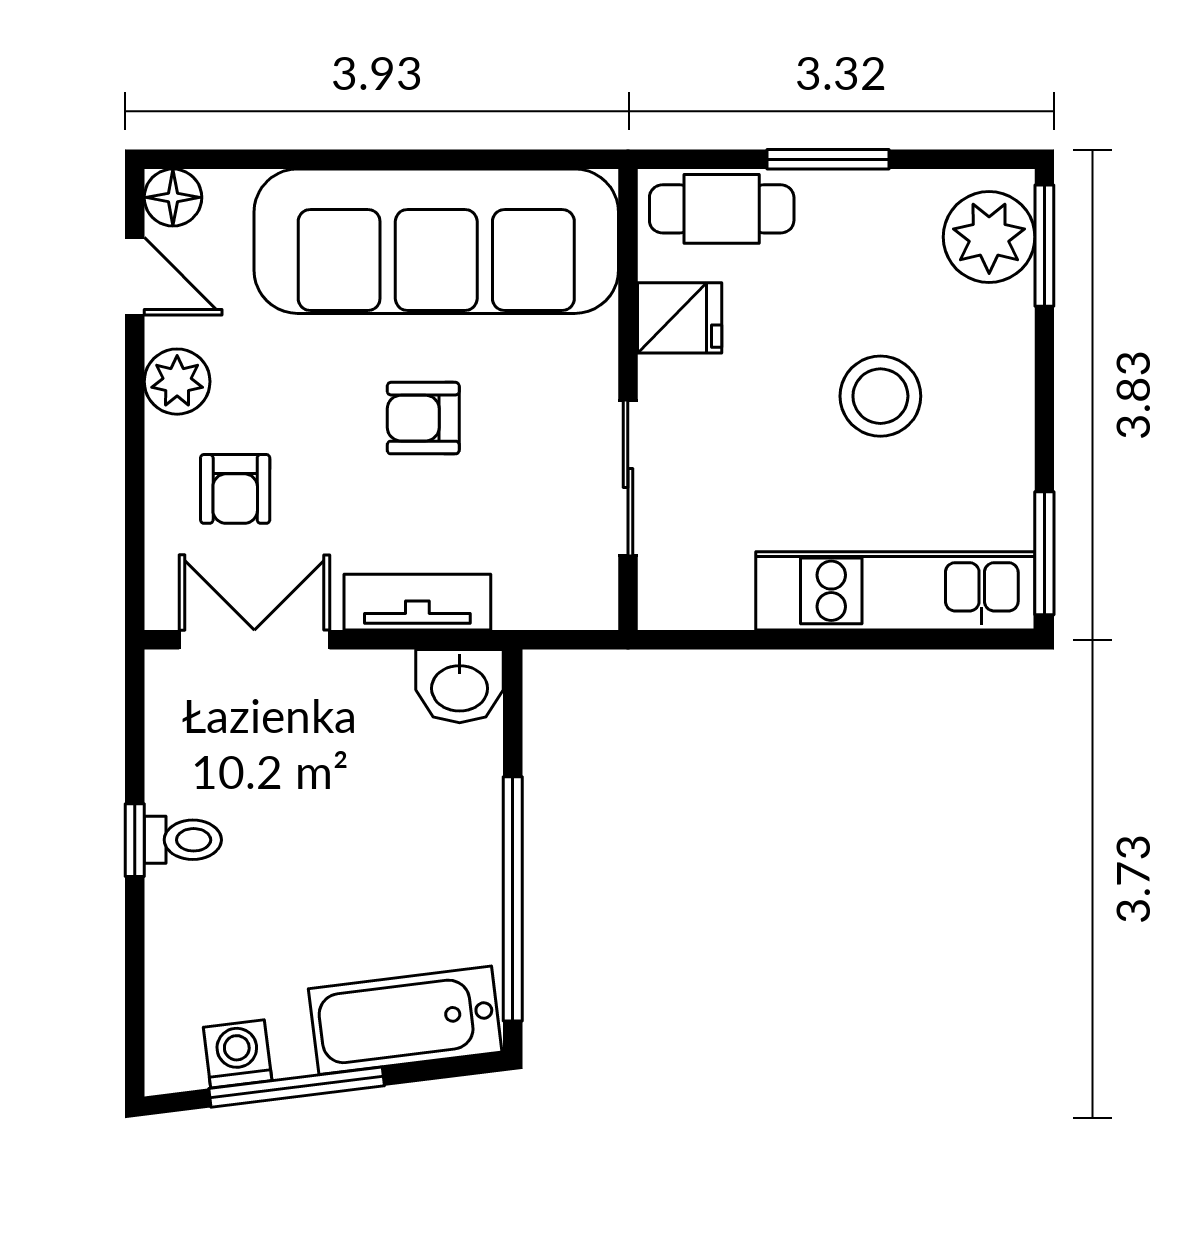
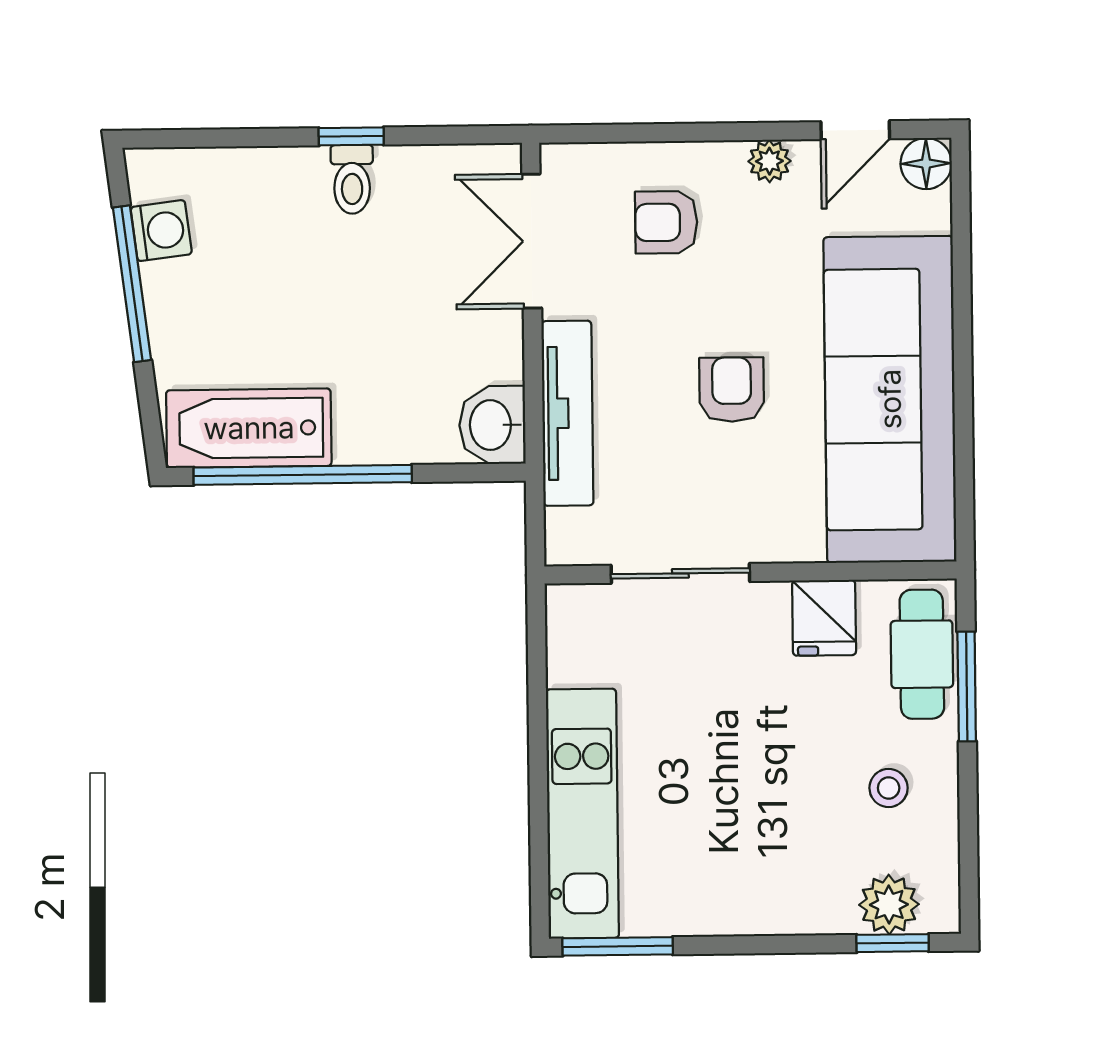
window: (828, 159) -> (967, 687), moved
plant: (989, 237) -> (889, 905), width x0.73, depth x0.73
window: (1044, 246) -> (893, 943), width x0.67
plant: (177, 382) -> (769, 161), width x0.73, depth x0.73
stool: (880, 396) -> (889, 788), moved, width x0.53, depth x0.53
tv unit: (417, 602) -> (567, 413), width x1.41
double door: (254, 640) -> (532, 241), swing flipped
bathtub: (405, 1020) -> (249, 428), moved, turned -83

